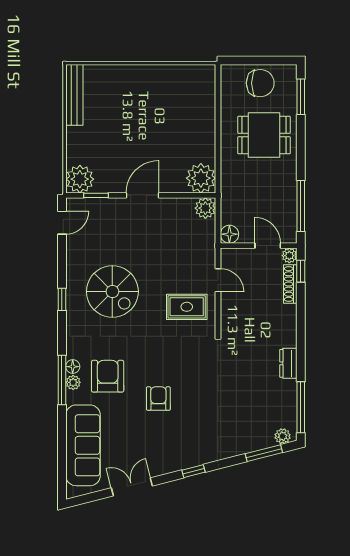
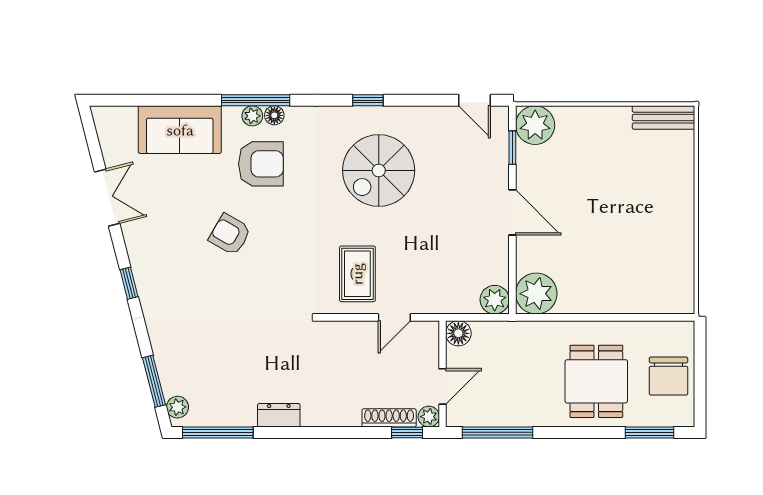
bench: (74, 95) -> (663, 118), width x0.73
armchair: (158, 399) -> (230, 234), turned -150
sofa: (83, 445) -> (180, 130), width x0.73

